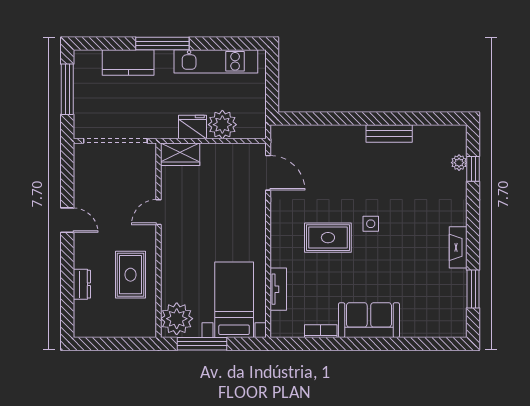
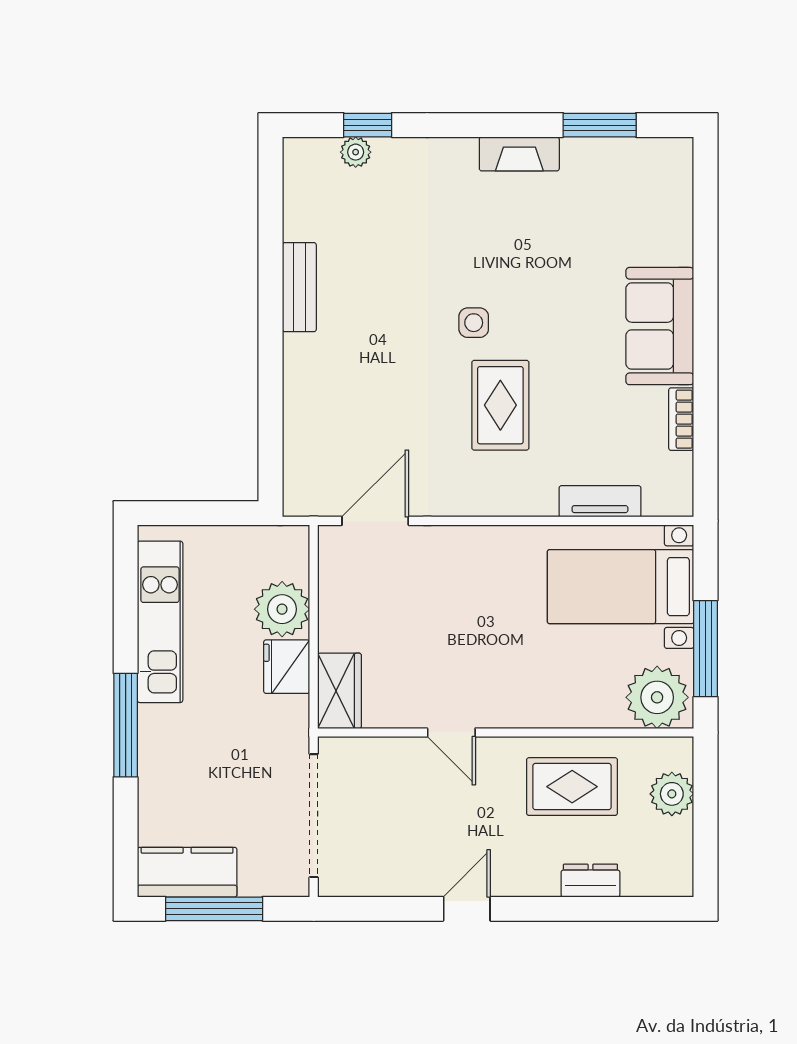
kitchen counter: (128, 62) -> (187, 872), moved, turned -90
plant: (127, 326) -> (672, 794), added

